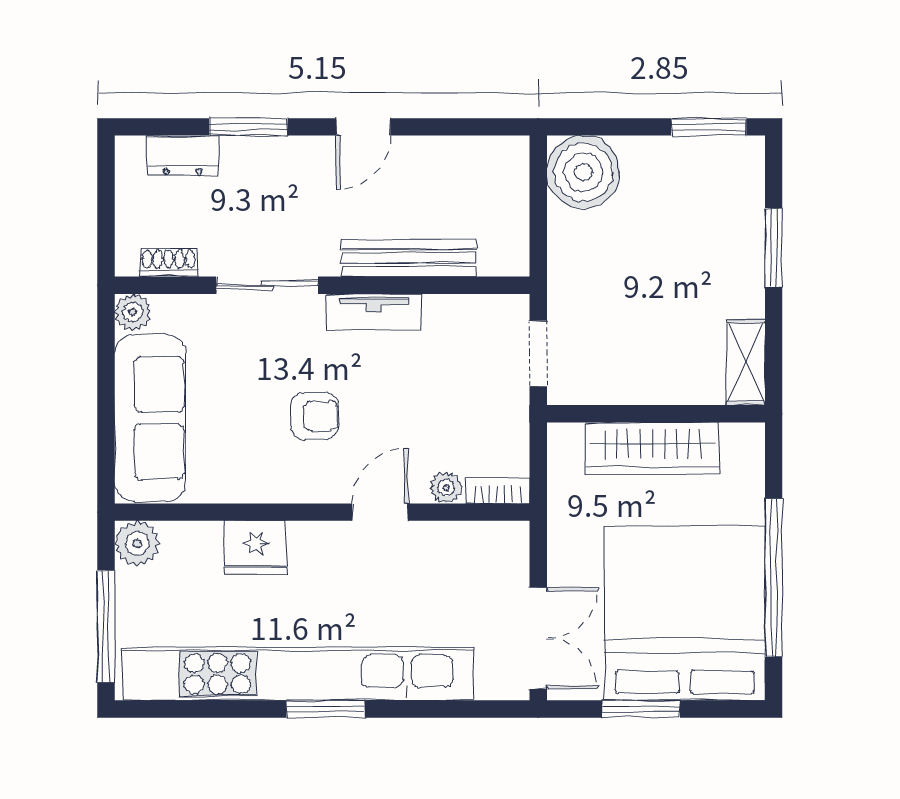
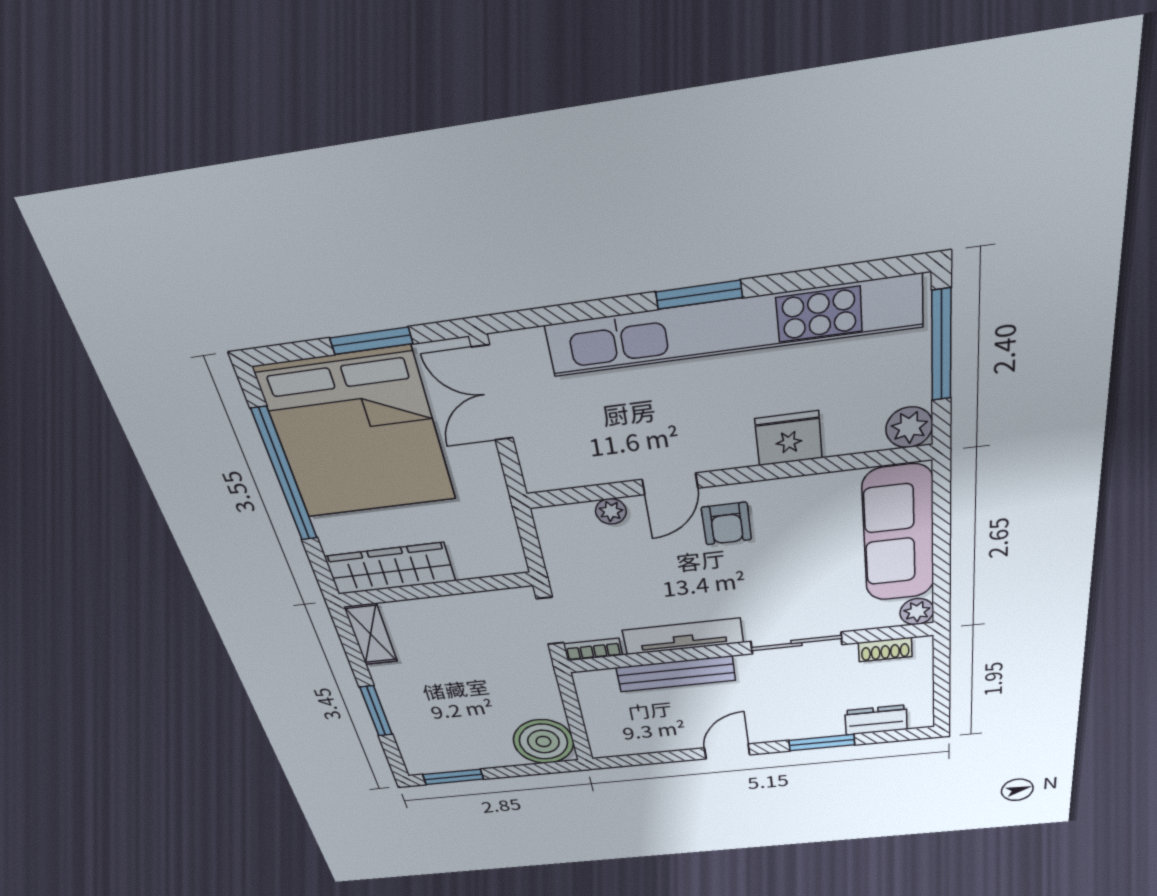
tv unit: (374, 312) -> (683, 636), width x1.41
armchair: (315, 416) -> (726, 524), moved, turned -90
wardrobe: (652, 448) -> (390, 569), moved
bookcase: (497, 491) -> (593, 649), moved, turned 180

